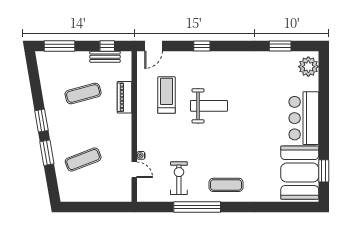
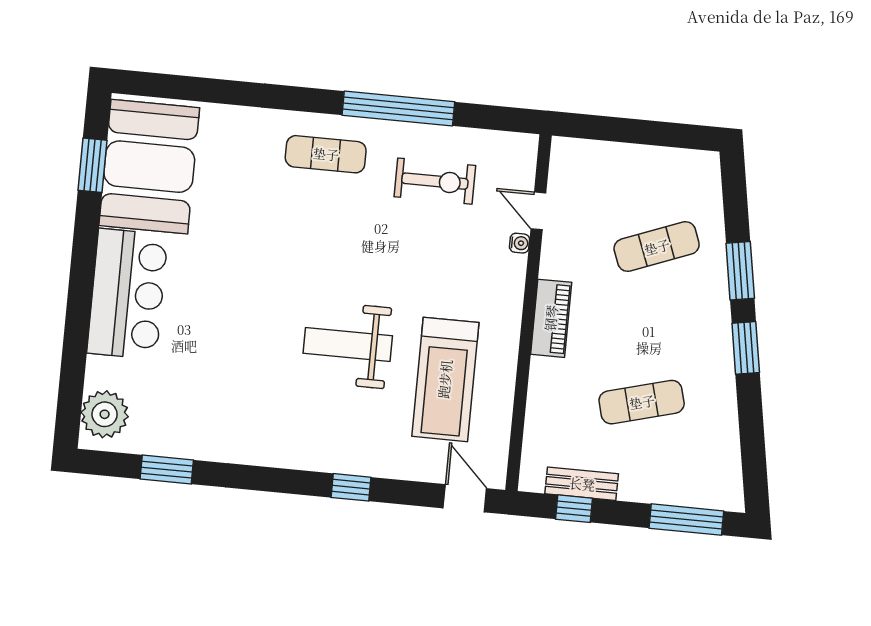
door: (154, 46) -> (465, 498), hinge flipped
treadmill: (167, 95) -> (445, 379), width x1.37, depth x1.38
piano: (125, 97) -> (551, 318), moved
exercise bike: (179, 178) -> (435, 181), turned -90

